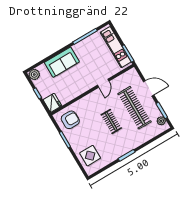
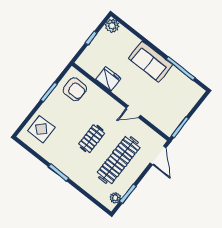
kitchen unit: (116, 47) -> (182, 110), removed
sofa: (62, 62) -> (151, 62), moved
door: (149, 88) -> (158, 155), moved
fridge: (52, 103) -> (108, 79), moved, turned -90

